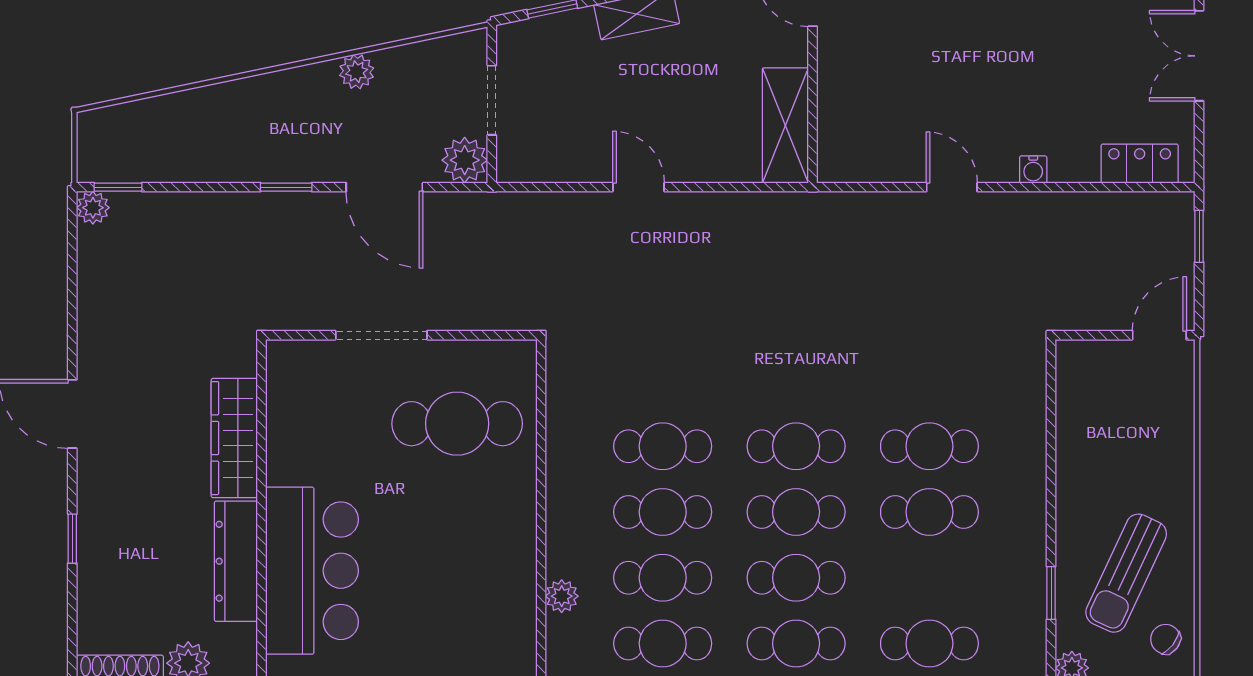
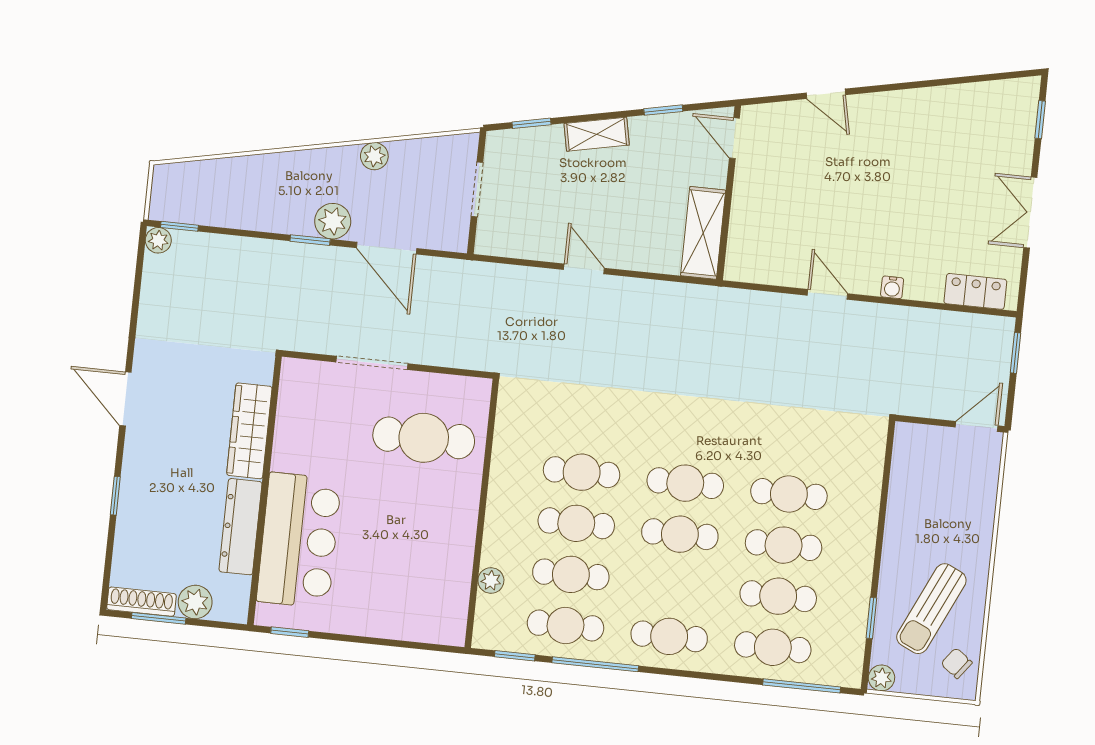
plant: (465, 160) -> (333, 221), moved
cafe table: (796, 578) -> (778, 596), moved

